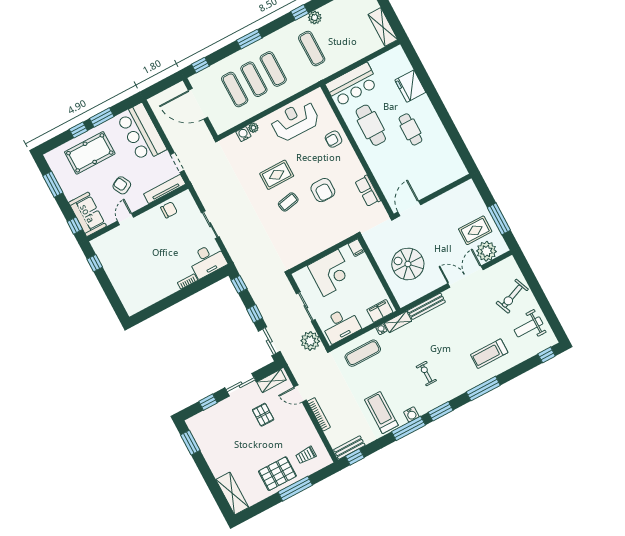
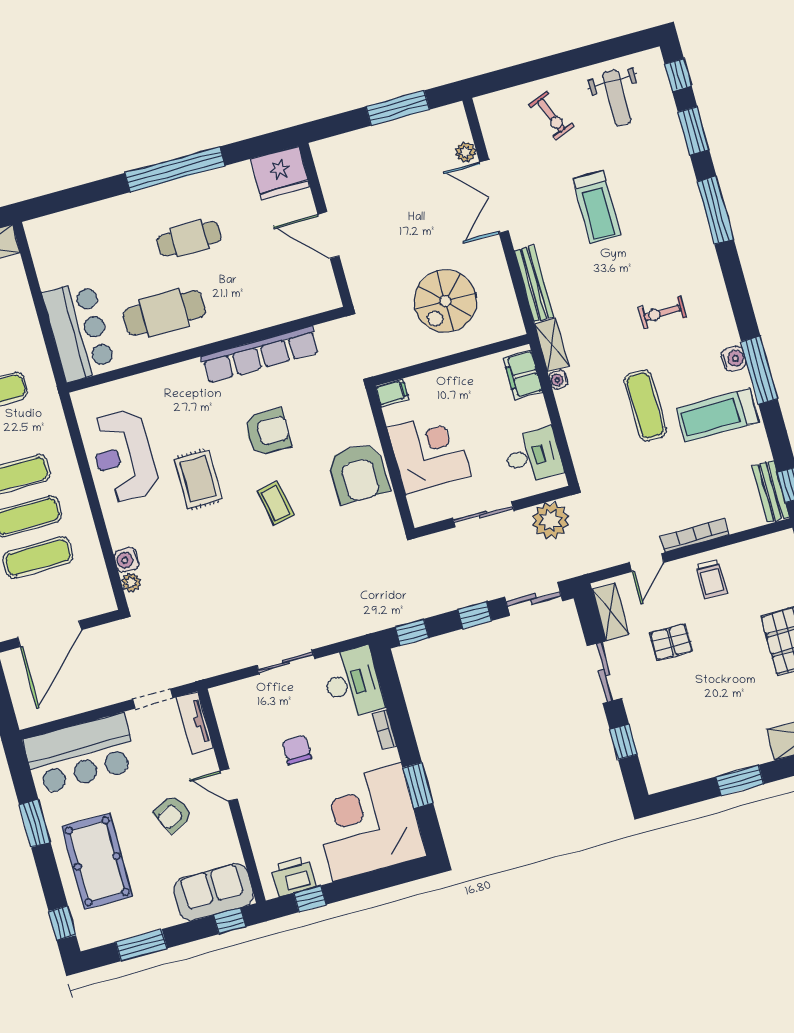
fridge: (410, 86) -> (280, 173), moved
window: (443, 115) -> (175, 169), added
plant: (253, 128) -> (131, 582), moved
window: (78, 130) -> (62, 923), moved
armchair: (334, 139) -> (358, 473), moved, width x1.88, depth x1.88
rug: (277, 175) -> (198, 479), moved
tv unit: (165, 189) -> (195, 722), width x0.71
row of seats: (368, 191) -> (260, 354), width x2.02
door: (409, 208) -> (329, 235), moved
chair: (169, 210) -> (297, 750), moved
door: (126, 219) -> (229, 785), moved
rug: (475, 230) -> (410, 158), removed
plant: (486, 251) -> (466, 152), width x0.53, depth x0.53
printer: (104, 252) -> (293, 876), added
corner desk: (139, 283) -> (367, 822), added
exercise bike: (512, 296) -> (551, 116), width x0.73, depth x0.72
window: (163, 304) -> (418, 785), added
desk: (341, 325) -> (533, 456), width x0.73
exercise mat: (363, 353) -> (645, 405), moved
treadmill: (489, 354) -> (597, 207), moved
window: (441, 411) -> (693, 131), moved
window: (190, 443) -> (740, 780), moved
trolley: (306, 455) -> (711, 579), moved

